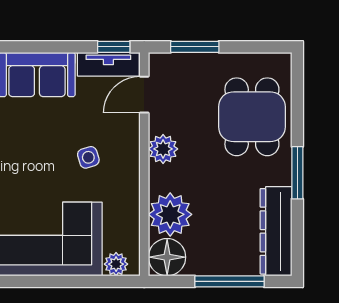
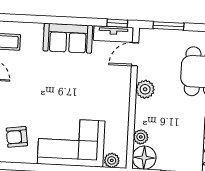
side table: (88, 157) -> (98, 92), removed
plant: (170, 214) -> (141, 137), width x0.53, depth x0.53

